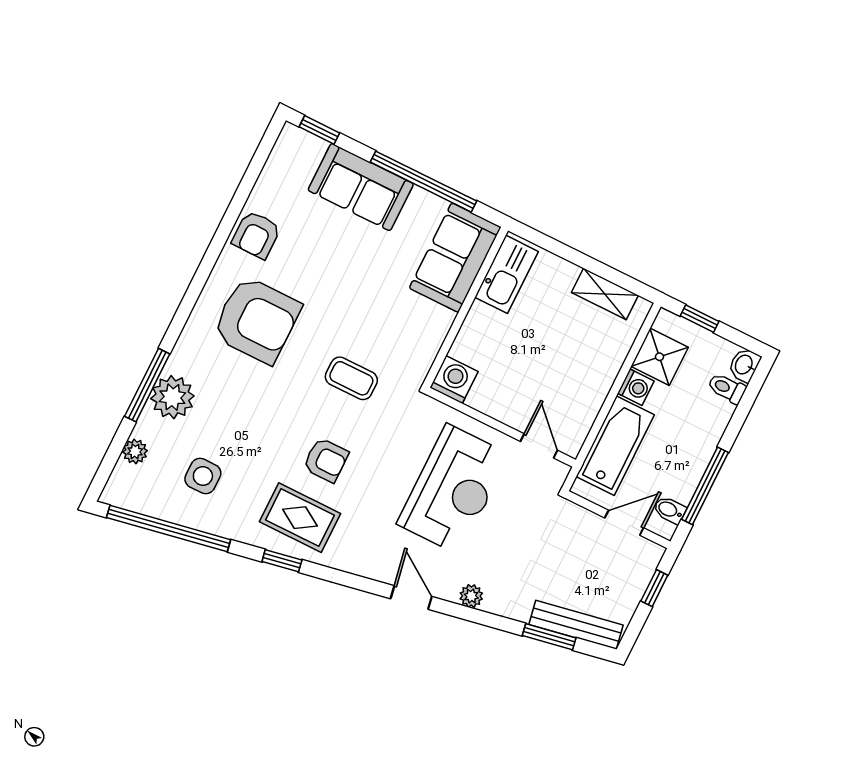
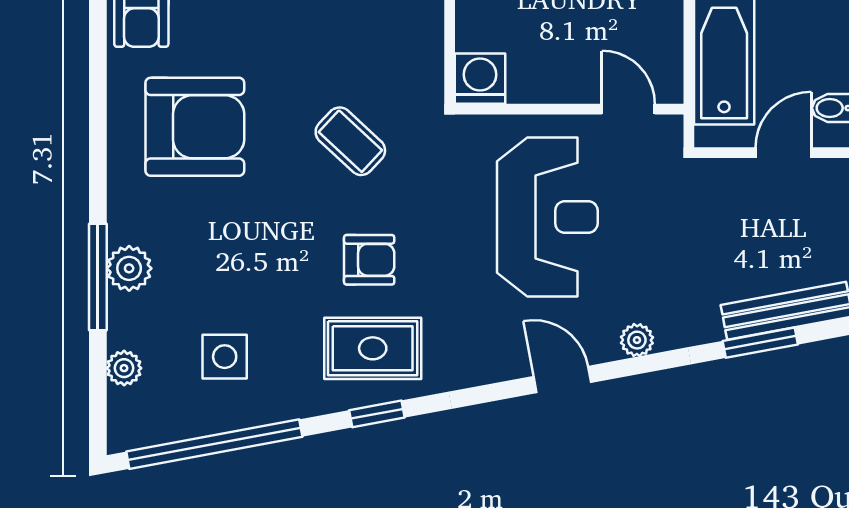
coffee table: (351, 378) -> (350, 141), turned 43
plant: (172, 397) -> (129, 268), width x0.73, depth x0.73

